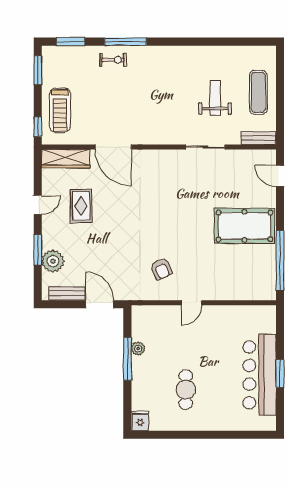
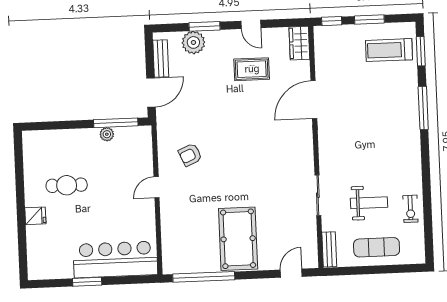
exercise bike: (113, 60) -> (410, 209), moved
window: (38, 70) -> (369, 19), moved
treadmill: (60, 110) -> (389, 50), moved
wardrobe: (66, 159) -> (299, 43), width x0.67
door: (191, 303) -> (157, 187), hinge flipped
window: (127, 359) -> (116, 123), moved
bar counter: (260, 375) -> (115, 259), moved
fridge: (140, 421) -> (35, 216), moved

